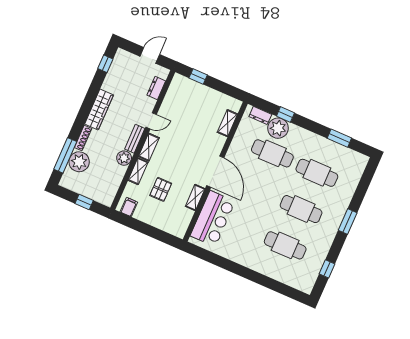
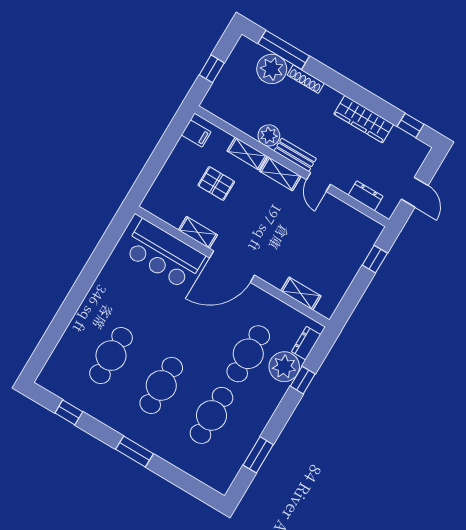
wardrobe: (99, 110) -> (364, 119), moved

